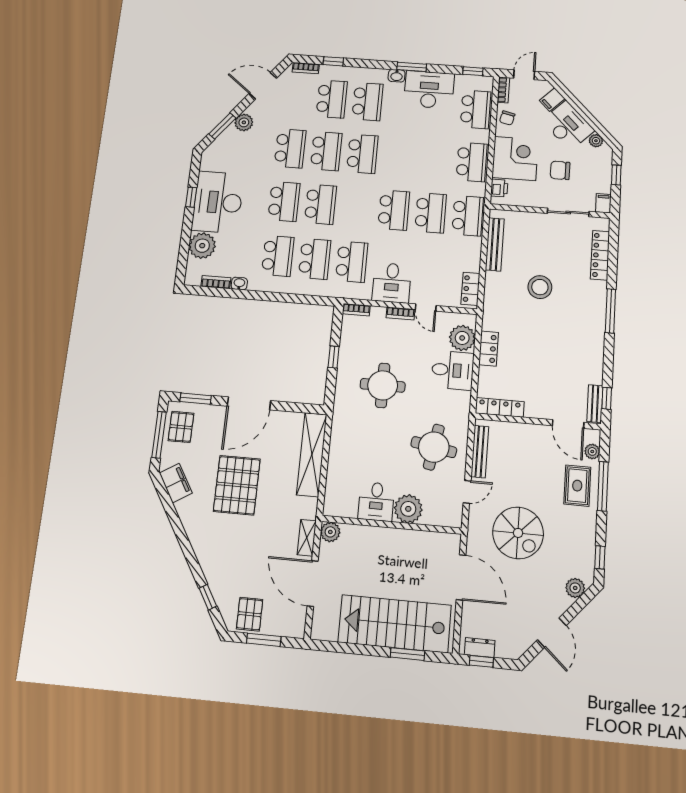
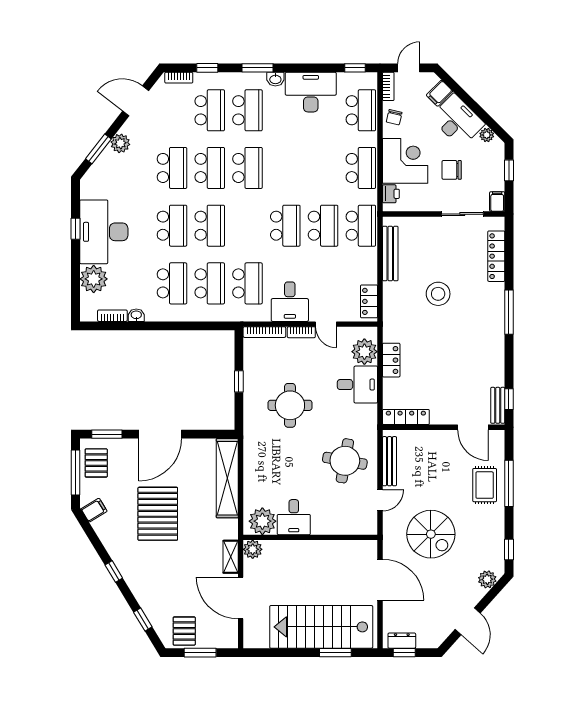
window: (412, 67) -> (257, 68), moved
bookcase: (356, 310) -> (264, 332), width x1.56
plant: (592, 451) -> (497, 452), removed
filing cabinet: (176, 483) -> (94, 510), width x0.50
plant: (408, 509) -> (262, 521), moved
window: (184, 542) -> (114, 572), added

